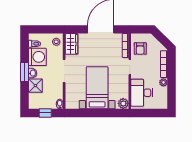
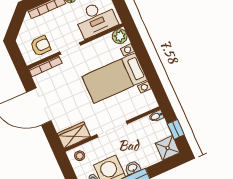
shower: (35, 86) -> (168, 148), moved

